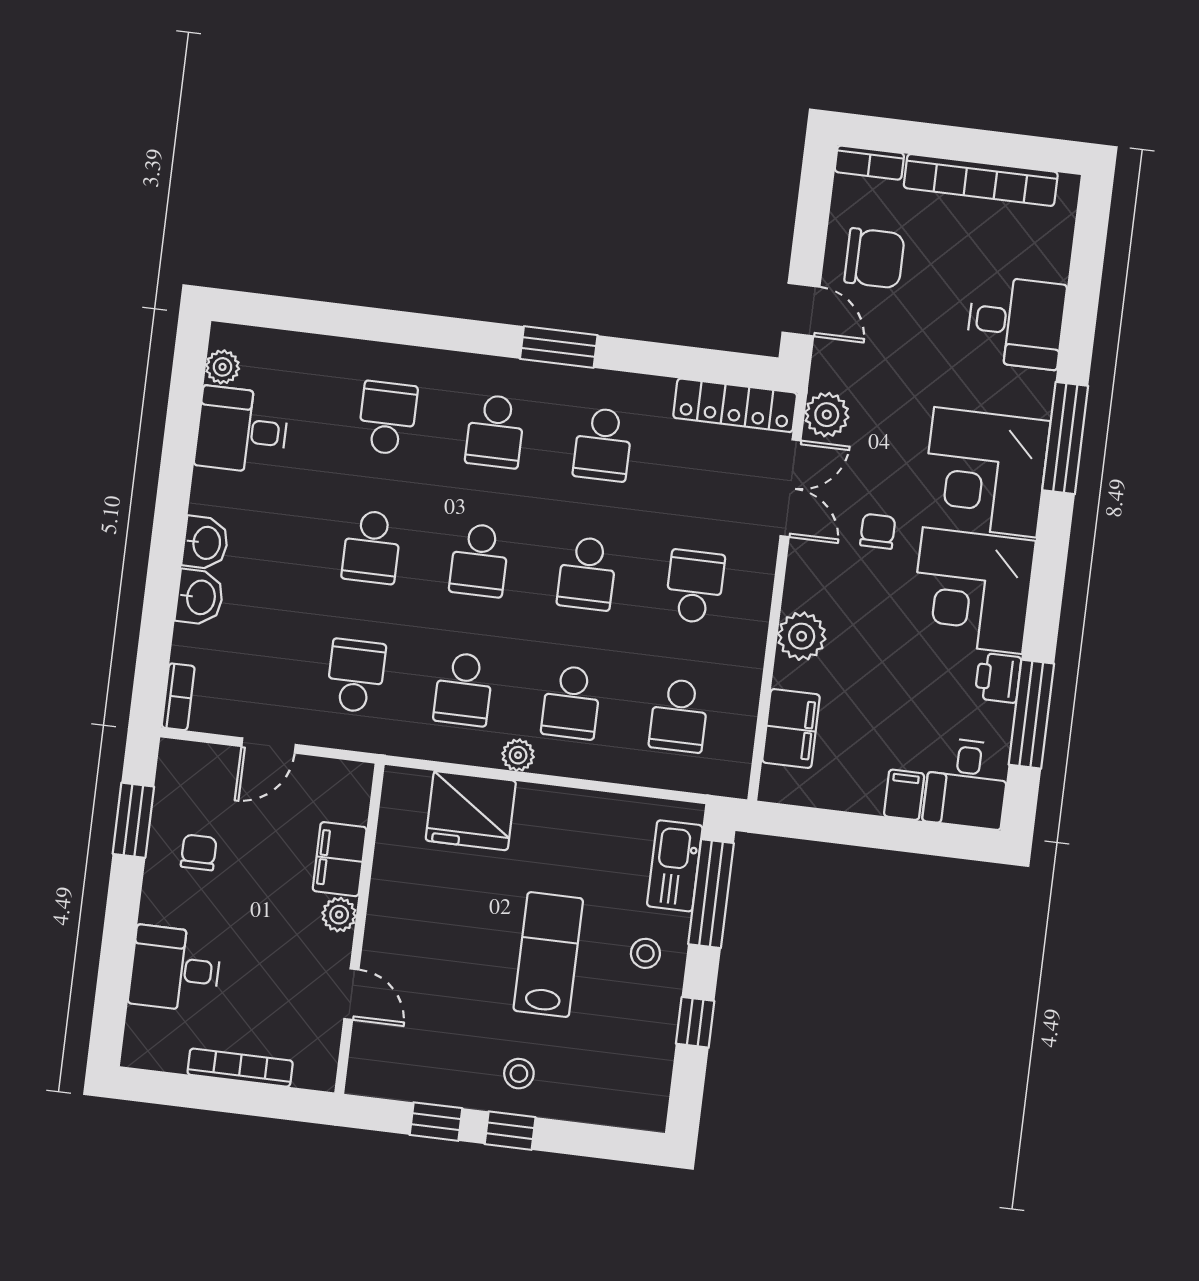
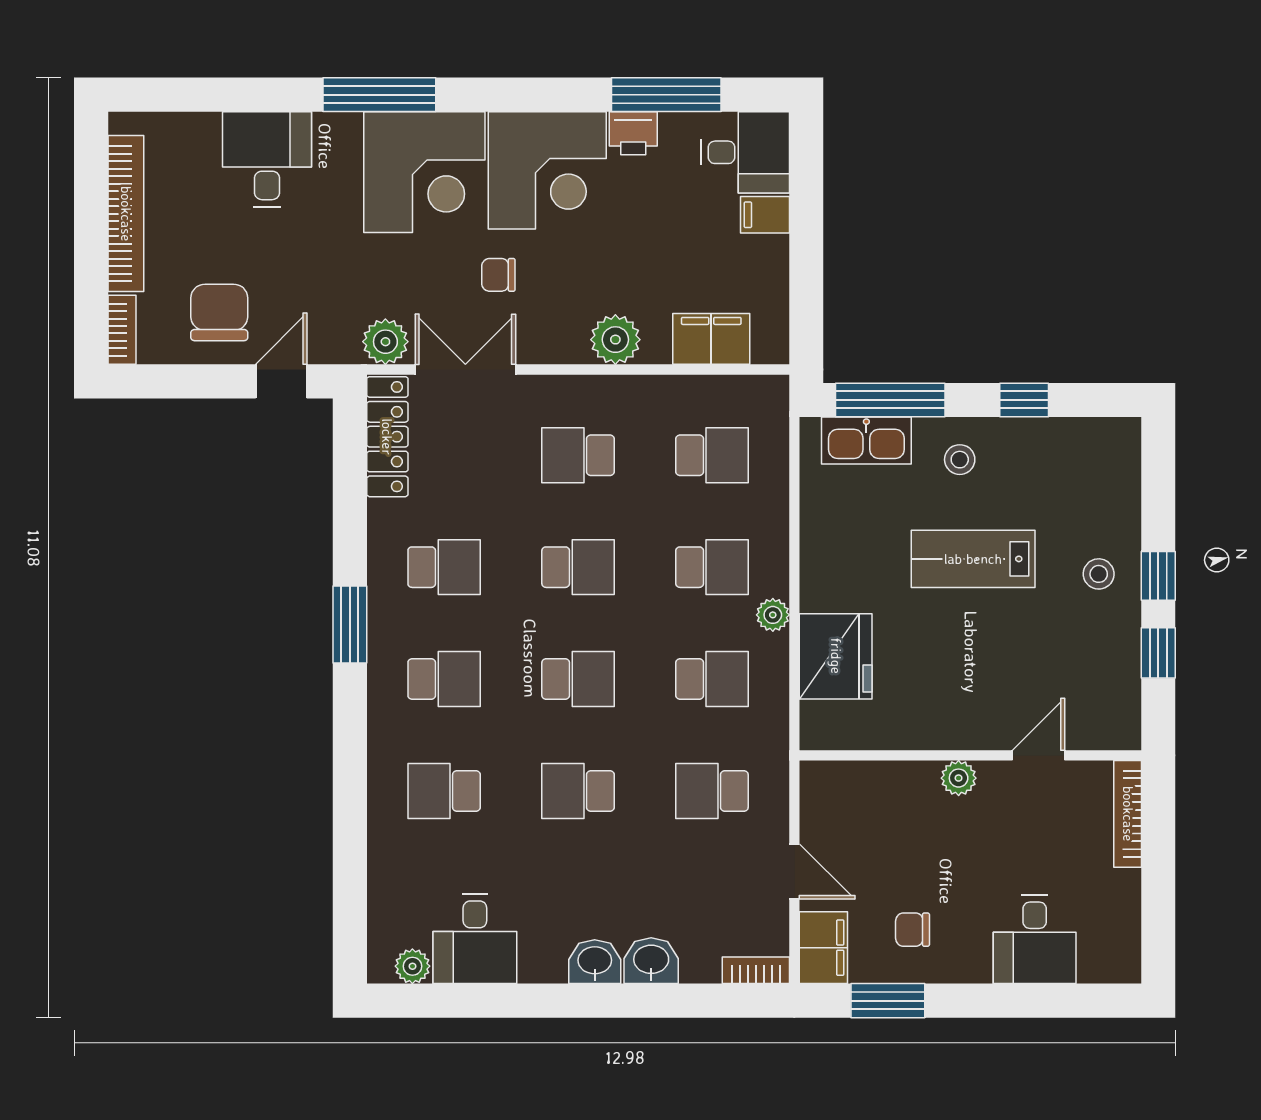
school desk: (372, 547) -> (578, 791), turned 180
filing cabinet: (340, 859) -> (823, 948), moved, turned -90
bookcase: (240, 1068) -> (1128, 814), moved

